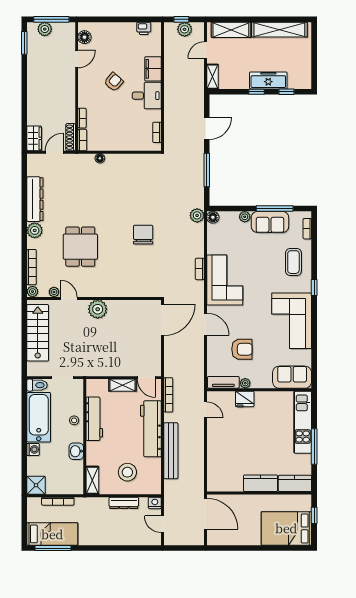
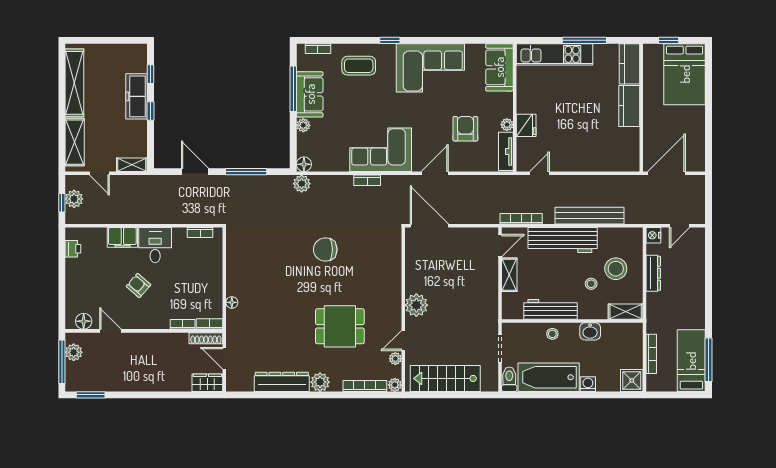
plant: (45, 29) -> (74, 352), moved
stool: (115, 452) -> (591, 284), added

